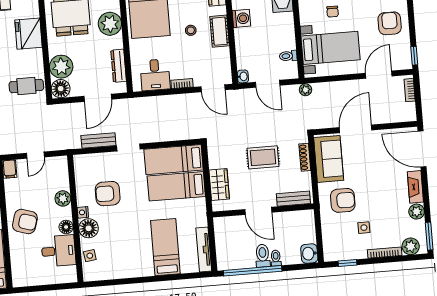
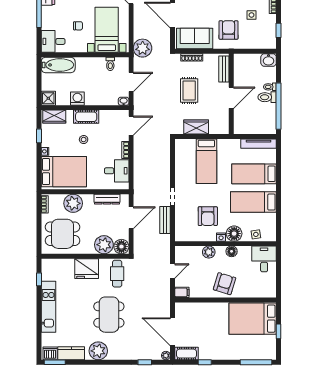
fridge: (29, 34) -> (87, 269), moved
plant: (305, 90) -> (143, 48), width x1.88, depth x1.88
door: (98, 98) -> (131, 218), hinge flipped
door: (35, 155) -> (173, 271), hinge flipped
bed: (174, 160) -> (253, 202), moved, turned 90
wardrobe: (219, 185) -> (196, 127), moved
desk: (58, 251) -> (264, 259), moved

